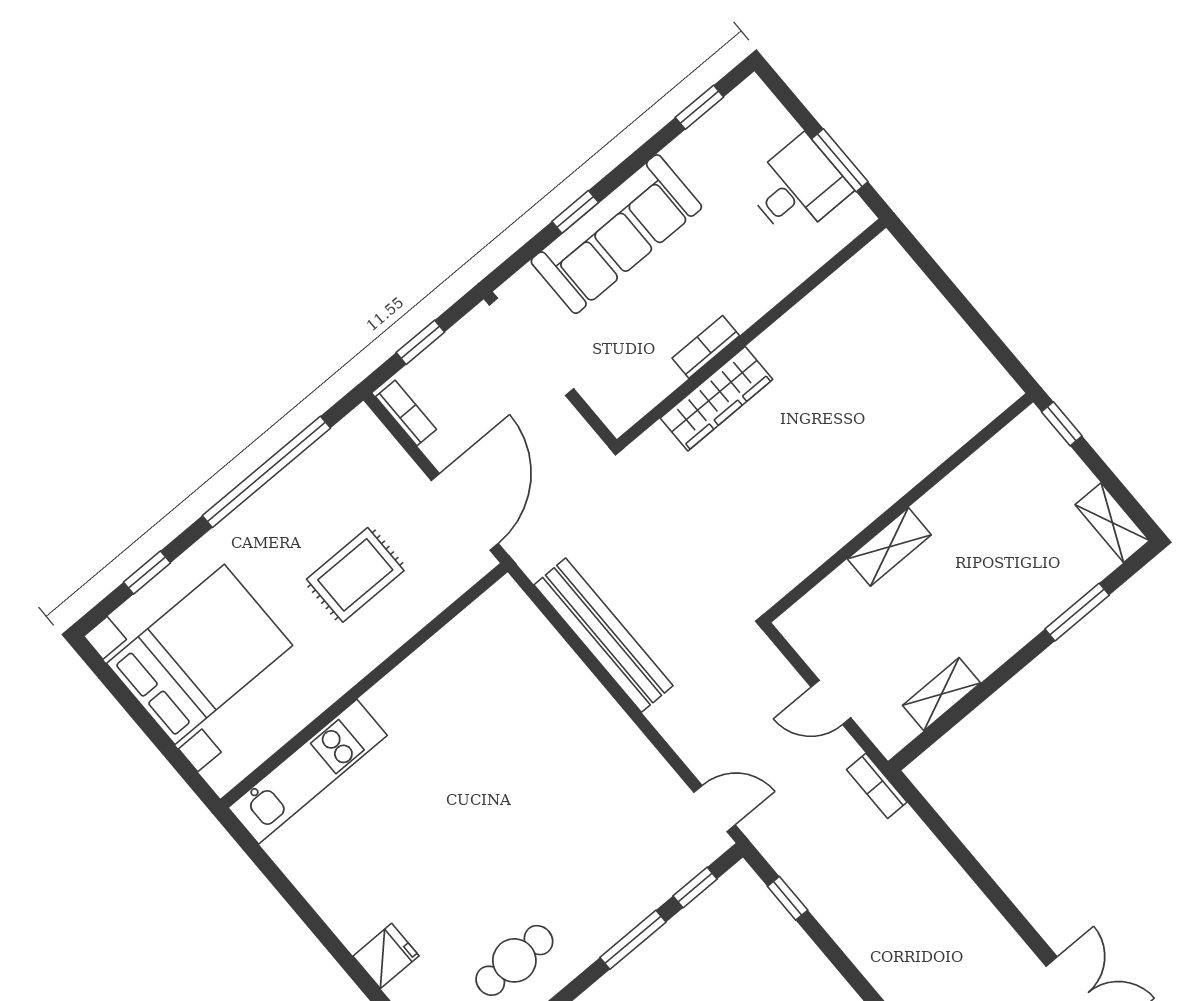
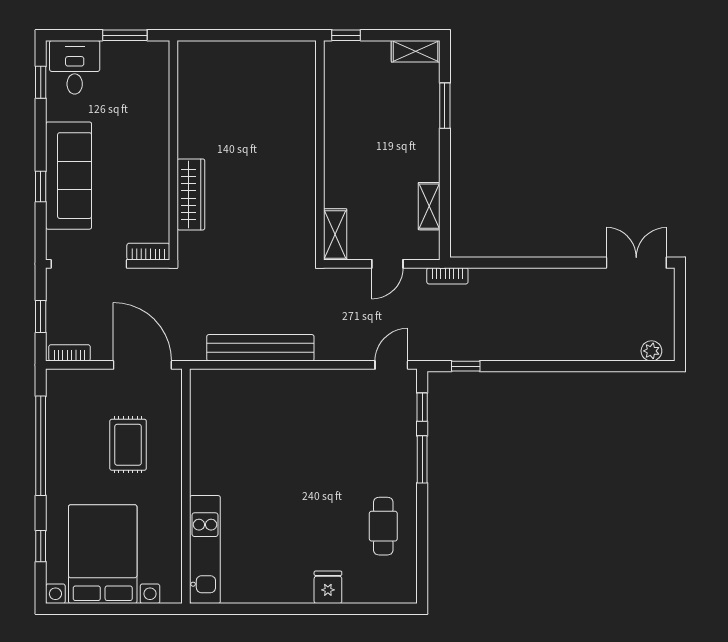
desk: (798, 188) -> (75, 67), moved
bookcase: (706, 347) -> (148, 252), moved, turned 90
shelving: (889, 547) -> (335, 234), moved

